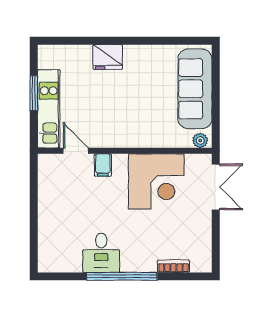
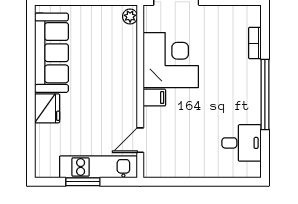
sofa: (195, 89) -> (52, 53), moved, turned -90
filing cabinet: (103, 165) -> (154, 98), moved
desk: (101, 253) -> (242, 143), moved

